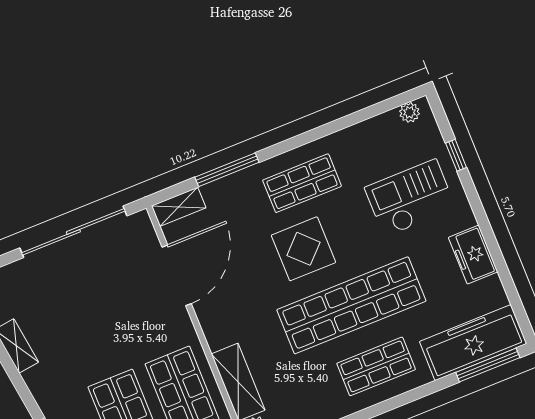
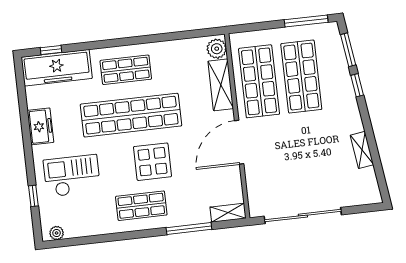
checkout: (410, 198) -> (72, 176), turned 180
door: (177, 275) -> (239, 142), moved
window: (488, 365) -> (51, 50), width x0.46

